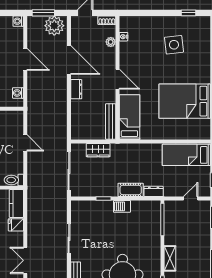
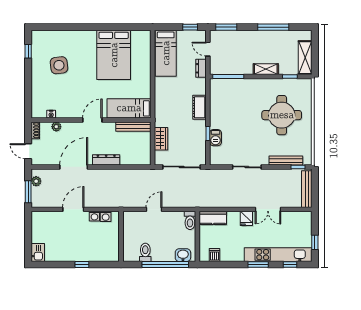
washing machine: (18, 21) -> (94, 216), moved
plant: (54, 26) -> (36, 181), width x0.53, depth x0.53
dresser: (76, 89) -> (106, 160), width x1.44
dresser: (154, 191) -> (201, 68), moved
barbecue: (122, 206) -> (216, 138), moved
fridge: (16, 225) -> (246, 218), moved

